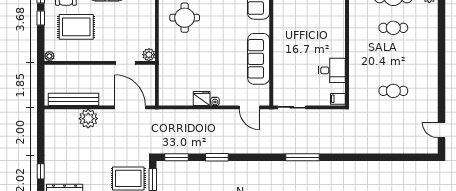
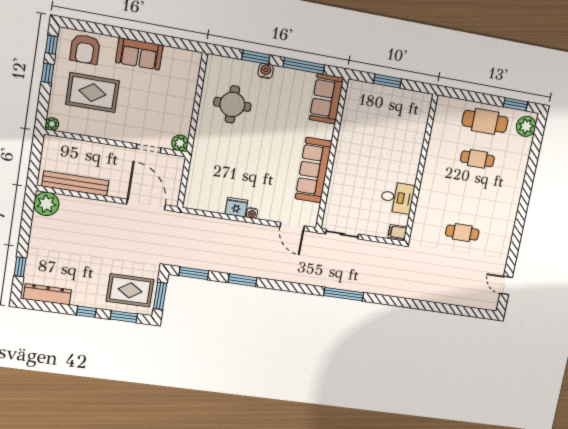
plant: (88, 119) -> (46, 204), moved

